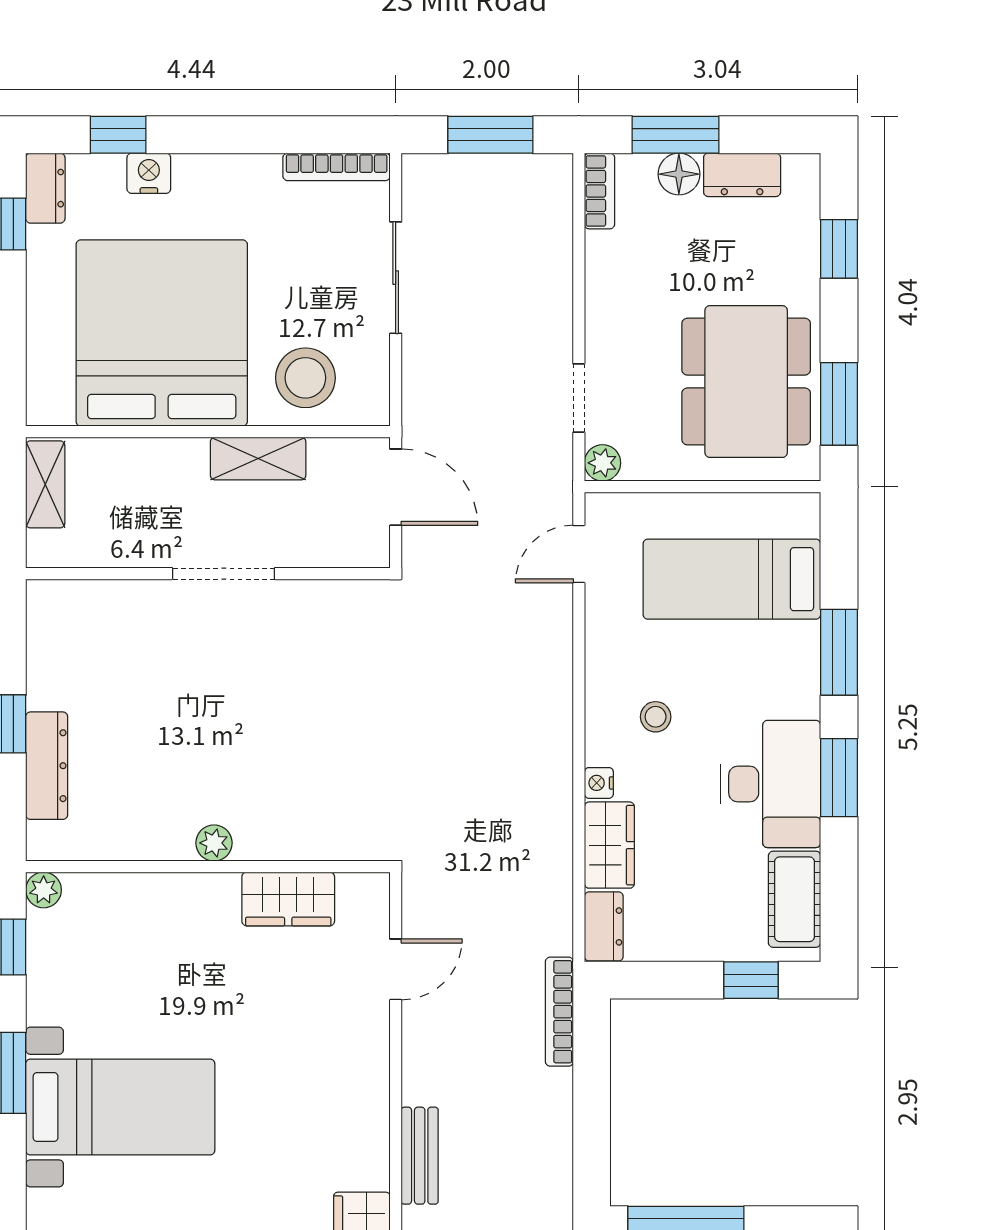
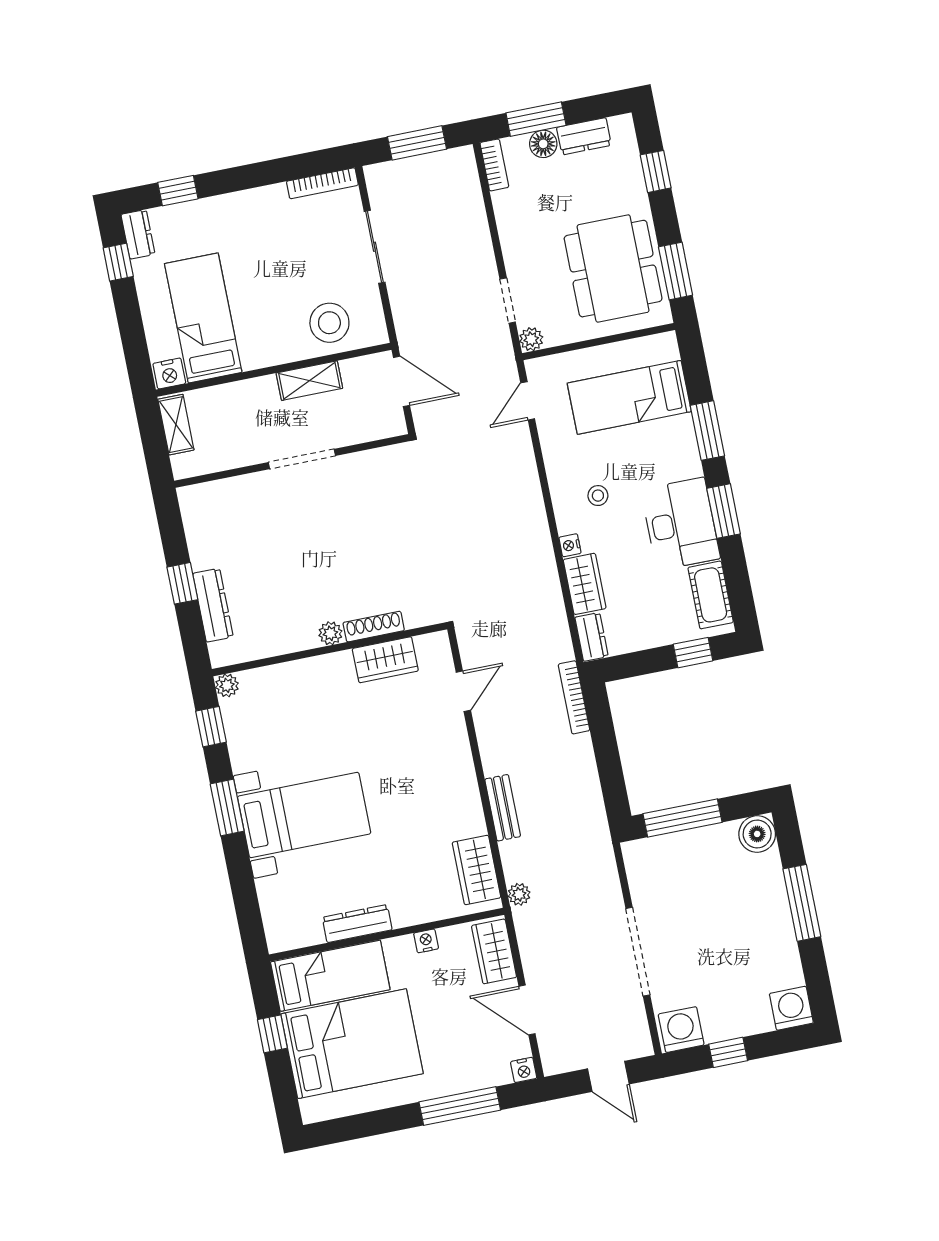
nightstand: (149, 173) -> (169, 374), moved, turned 180
bed: (162, 333) -> (203, 318), width x0.49
shoe rack: (281, 846) -> (374, 627), added

